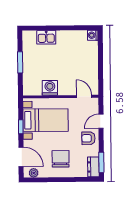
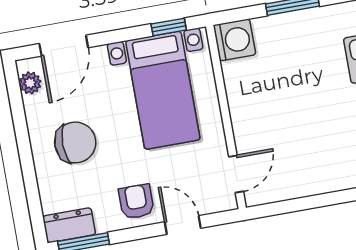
washing machine: (50, 88) -> (234, 40), moved
window: (21, 127) -> (169, 27), moved

